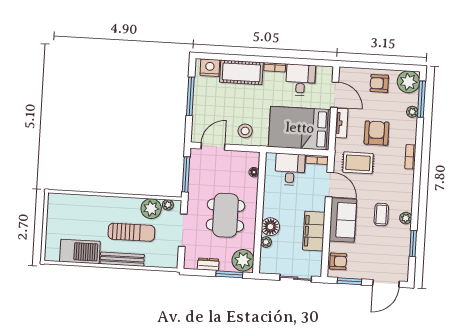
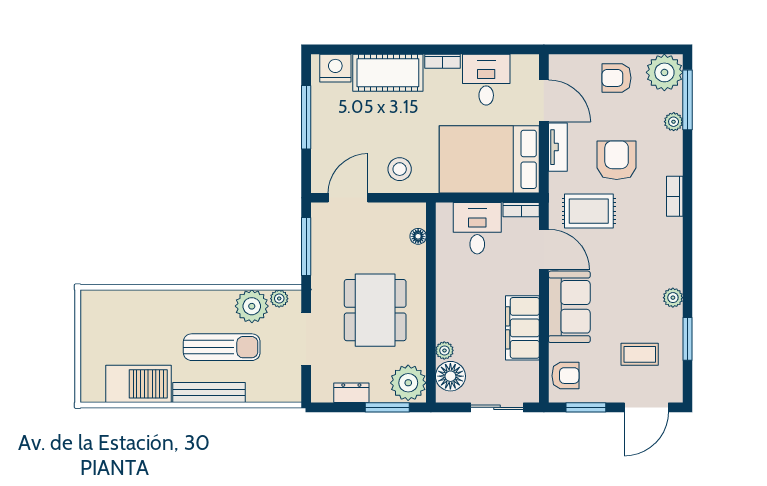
coffee table: (381, 214) -> (640, 354), moved, turned 90
floor lamp: (270, 227) -> (450, 376), moved

